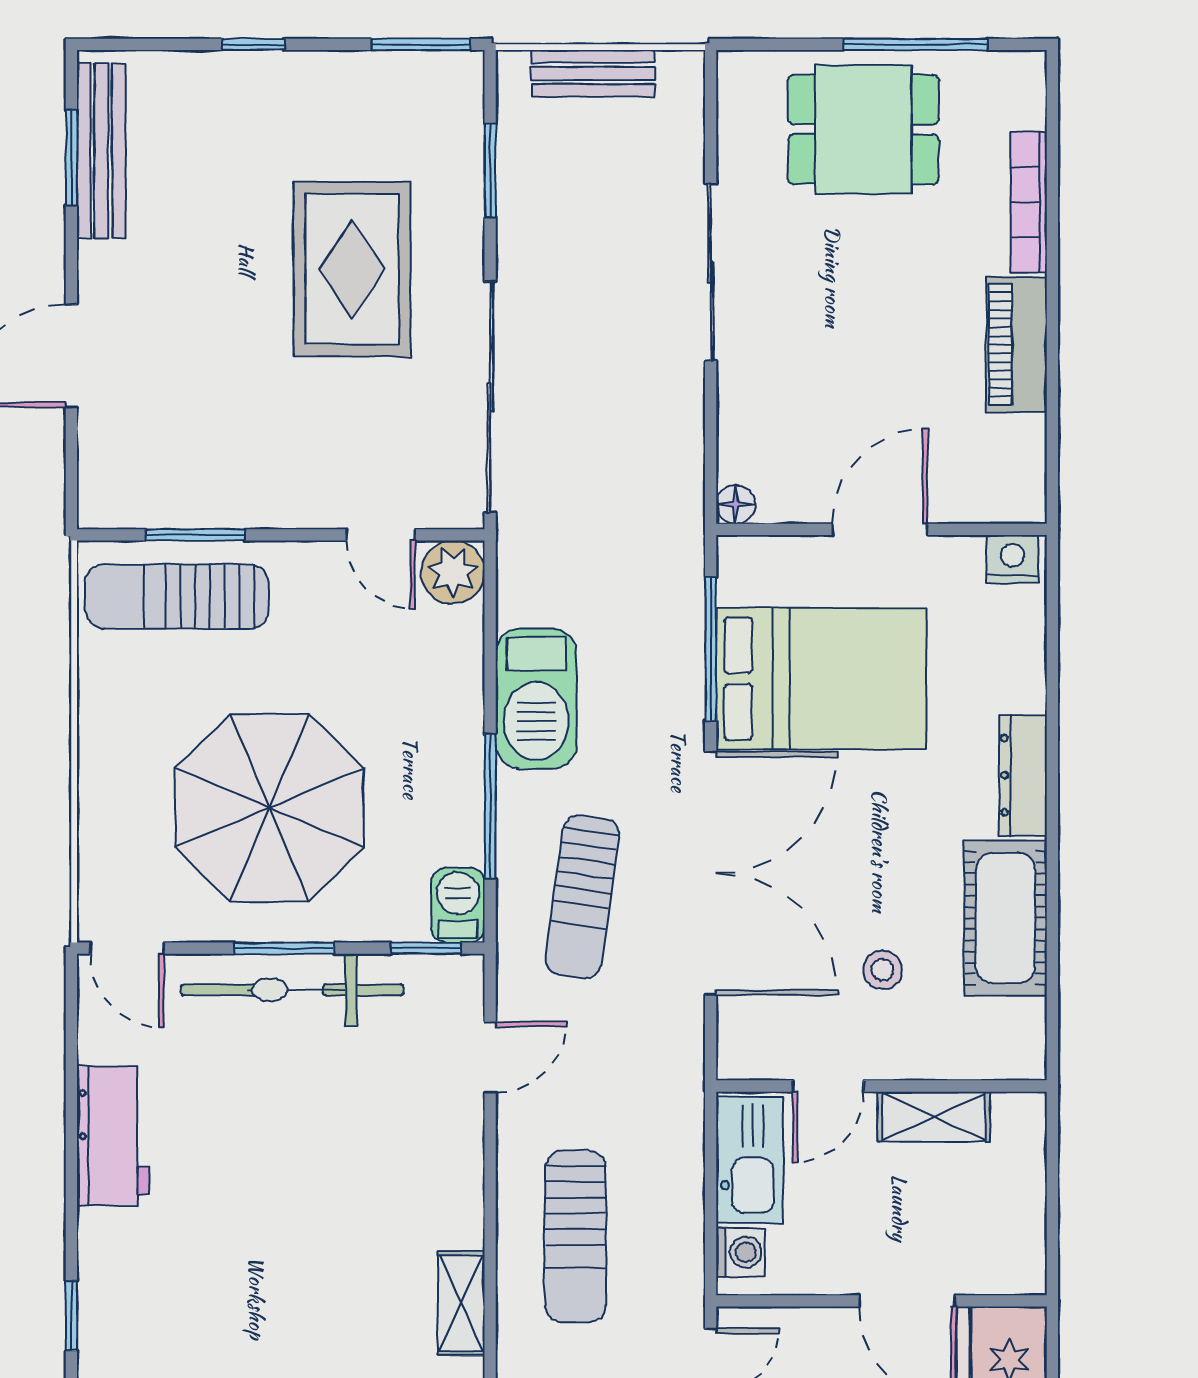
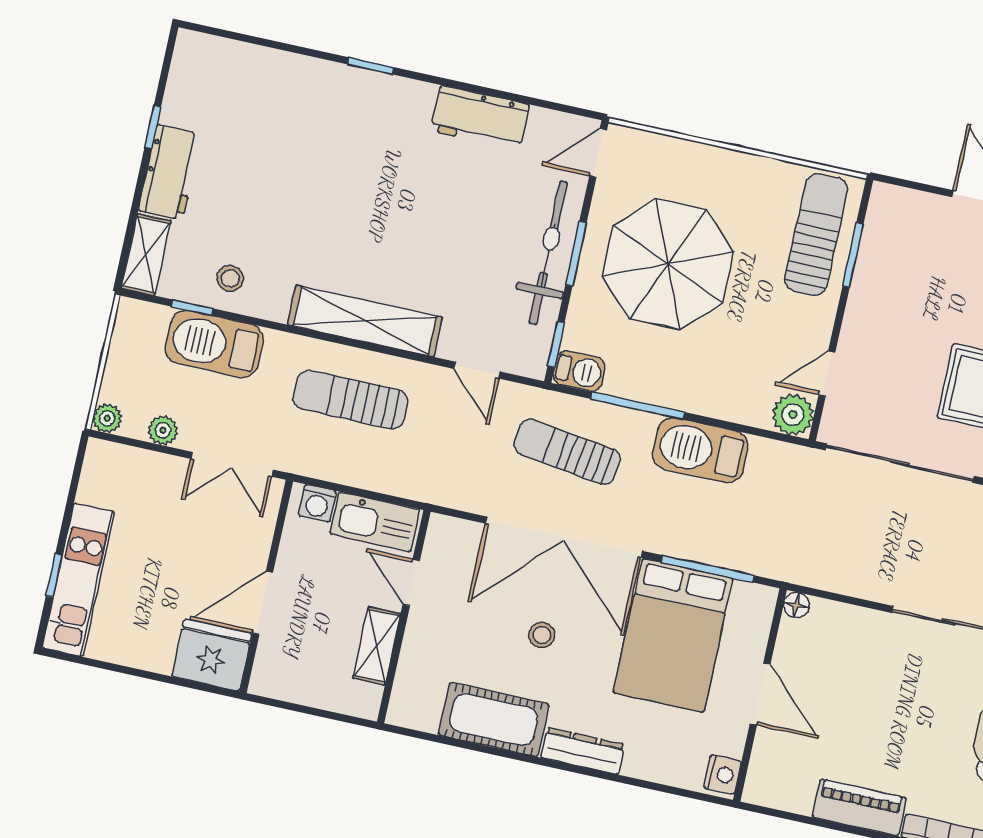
stool: (883, 970) -> (542, 635), moved
shelving: (461, 1303) -> (365, 321), width x2.20, depth x1.33

